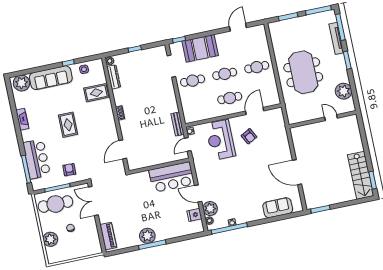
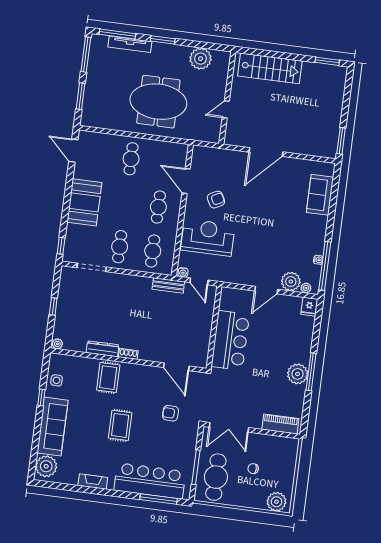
door: (238, 27) -> (73, 151), moved
booth: (200, 48) -> (84, 202), moved
cafe table: (225, 74) -> (153, 251), moved
dresser: (114, 77) -> (103, 349), moved
rug: (96, 93) -> (108, 378), moved
door: (331, 118) -> (226, 109), moved
rug: (68, 125) -> (120, 425), turned 90
reception desk: (220, 140) -> (208, 238), turned 180
bar counter: (37, 159) -> (150, 481), width x1.36
armchair: (69, 170) -> (170, 413), moved
door: (297, 172) -> (266, 152), moved
stairs: (361, 175) -> (270, 68), moved
bar counter: (172, 177) -> (230, 340), moved
fridge: (194, 215) -> (309, 307), moved
plant: (50, 239) -> (276, 502), moved

